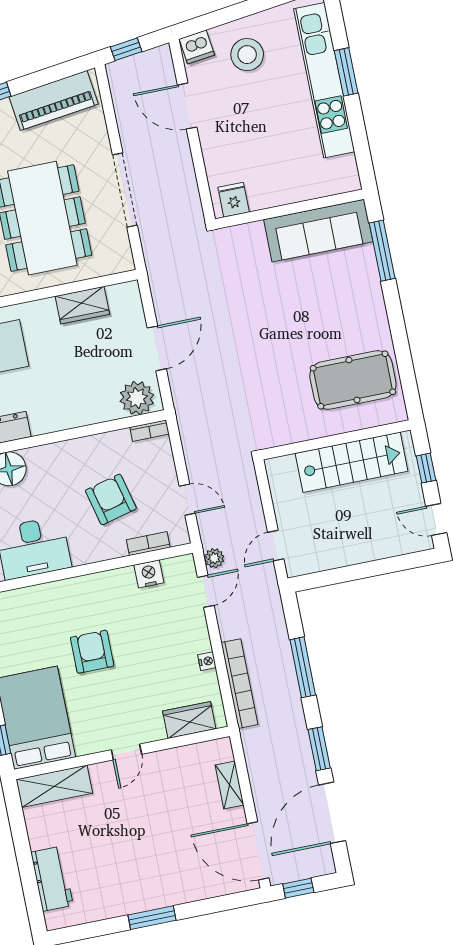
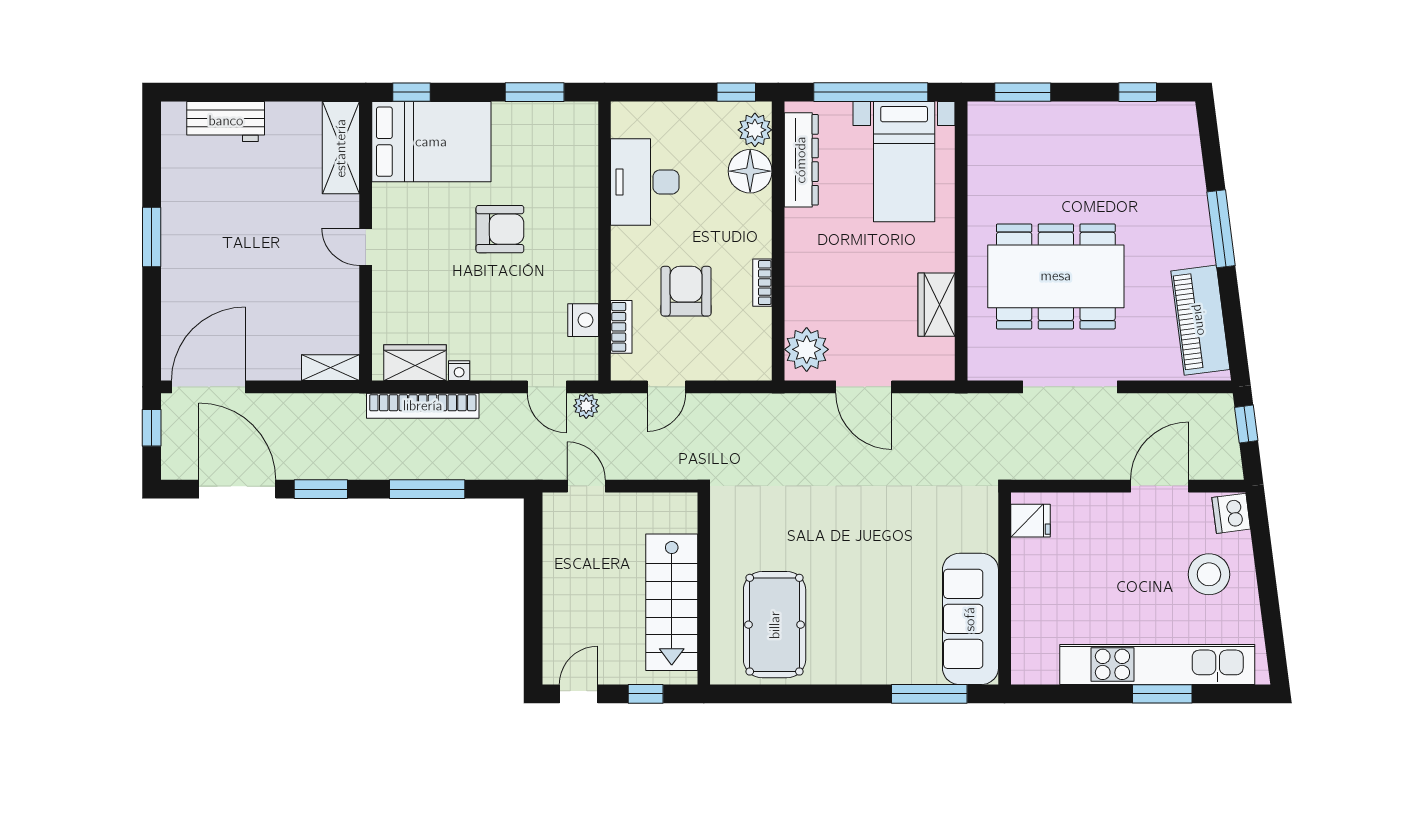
bookcase: (149, 431) -> (762, 283), moved
armchair: (111, 499) -> (686, 291), turned -76
wardrobe: (189, 720) -> (415, 363), moved, turned -90
shelving: (229, 785) -> (331, 368), moved

